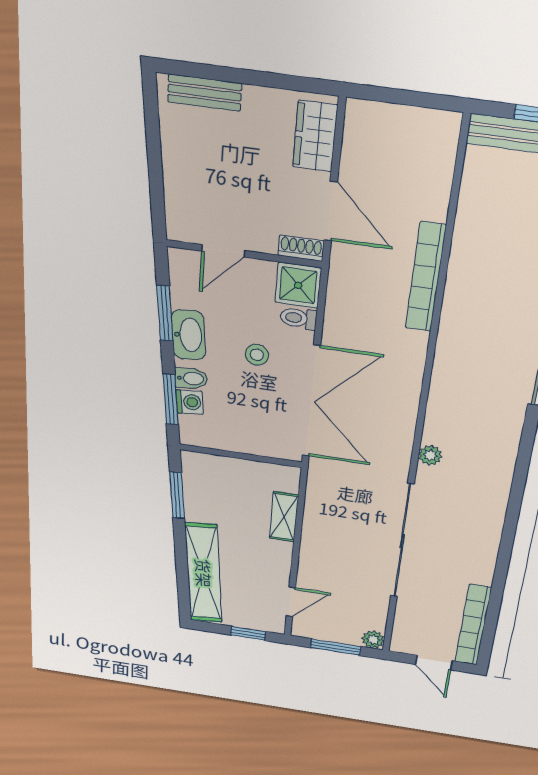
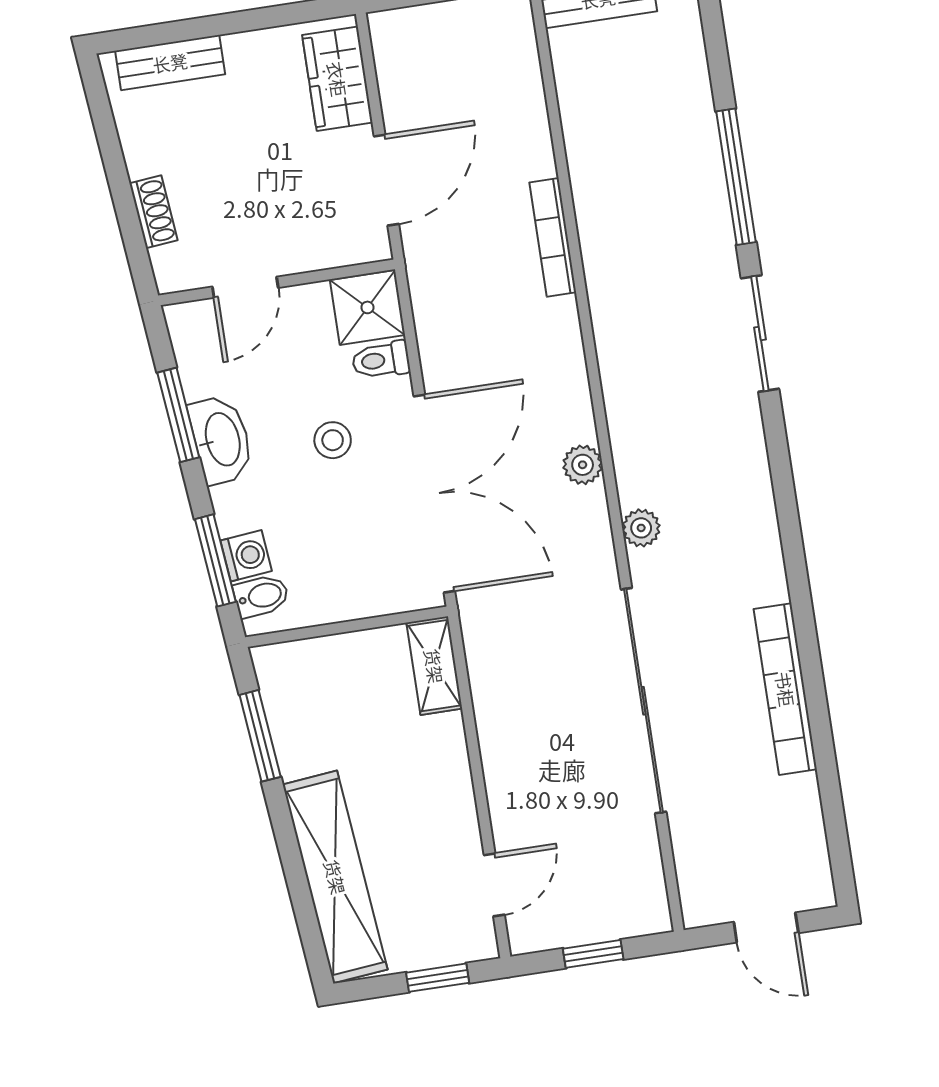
door: (331, 211) -> (386, 180), hinge flipped
shoe rack: (301, 248) -> (153, 212), moved, turned 84
bookcase: (426, 277) -> (553, 237), width x0.68, depth x0.76
bidet: (191, 378) -> (261, 596), moved
shelving: (284, 517) -> (434, 666), moved
bookcase: (473, 625) -> (785, 689), moved
plant: (373, 640) -> (583, 465), moved
window: (336, 647) -> (593, 954), width x0.67

